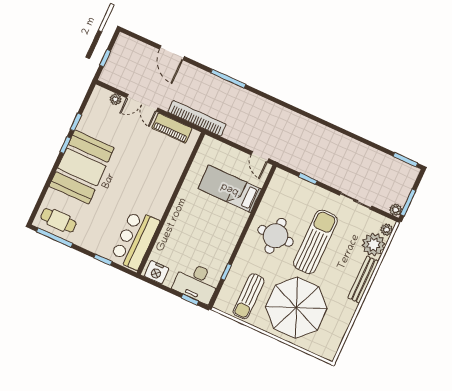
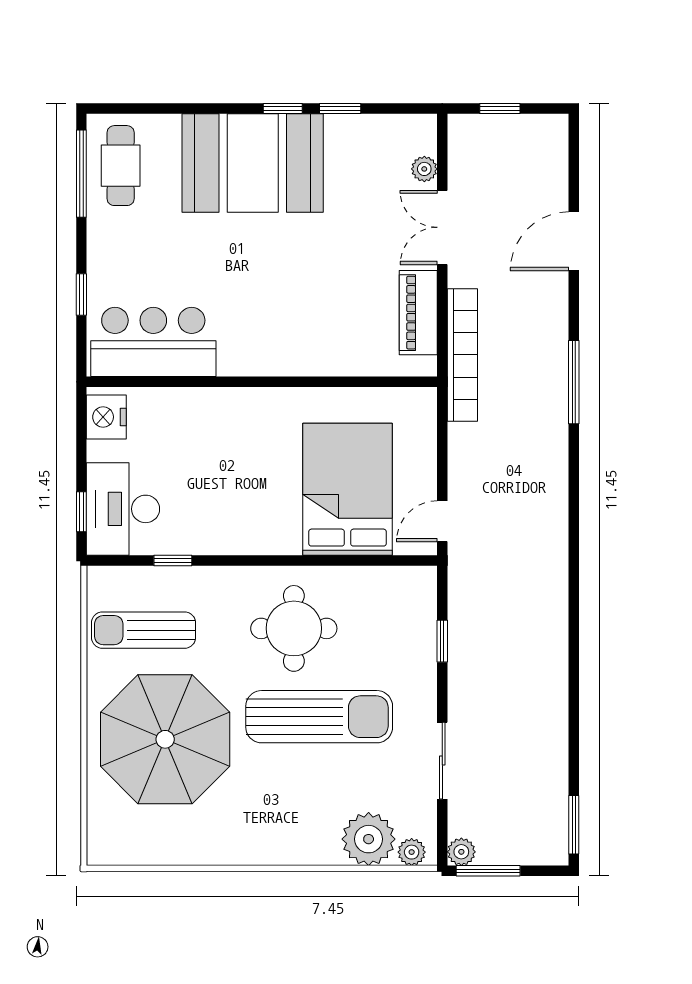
bed: (230, 189) -> (348, 489), width x1.50
bench: (363, 280) -> (287, 851), removed

